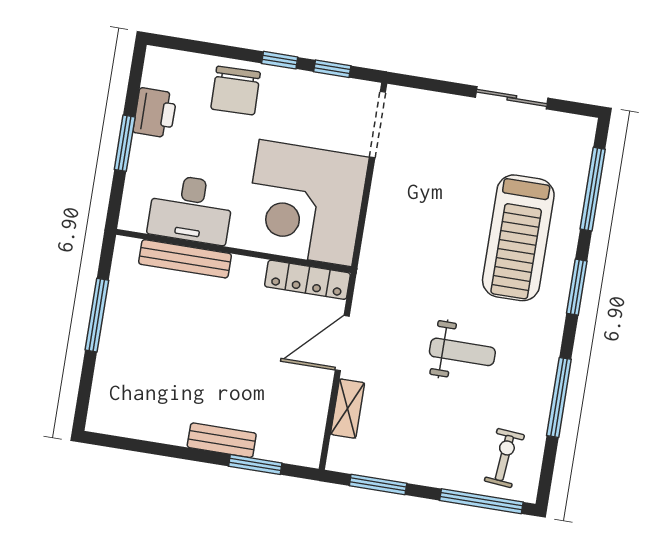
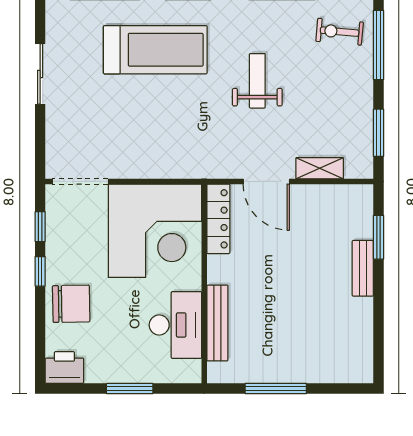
printer: (155, 113) -> (64, 368), moved

